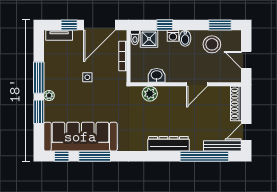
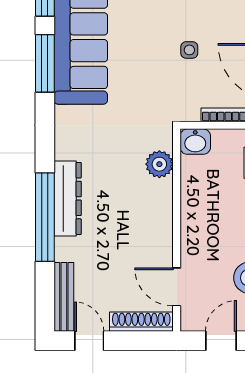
washbasin: (157, 75) -> (195, 142), moved, turned 90
door: (197, 84) -> (177, 287), moved
window: (204, 156) -> (45, 217), moved

